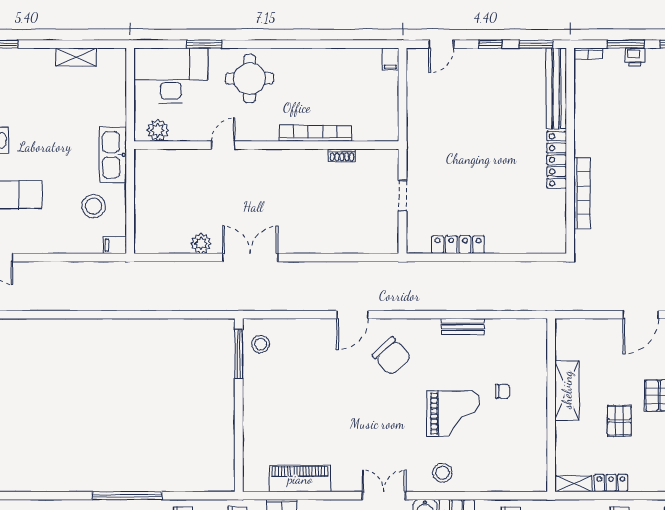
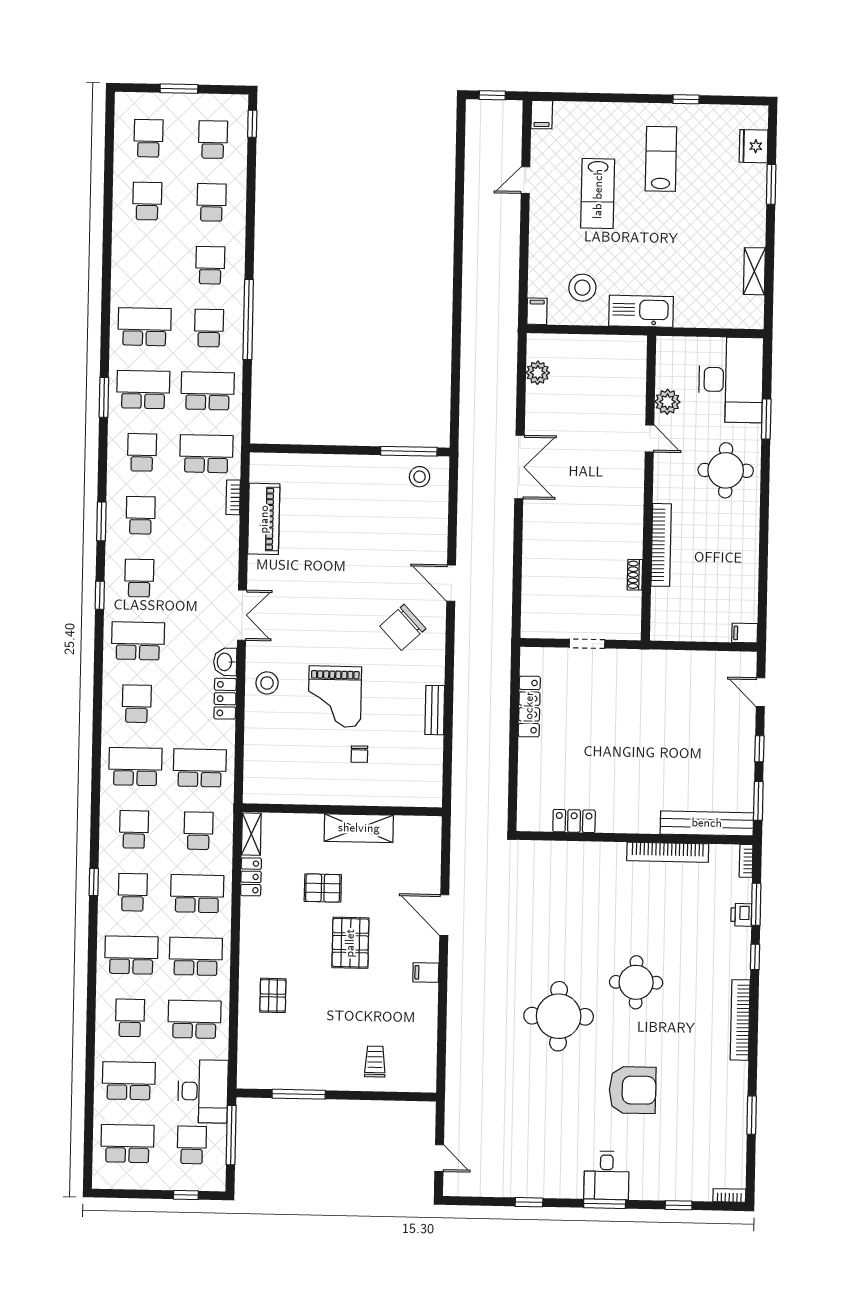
plant: (158, 130) -> (667, 402), moved
locker: (557, 160) -> (574, 821), moved, width x0.66
bookcase: (582, 193) -> (668, 852), moved
plant: (201, 243) -> (538, 373), moved

